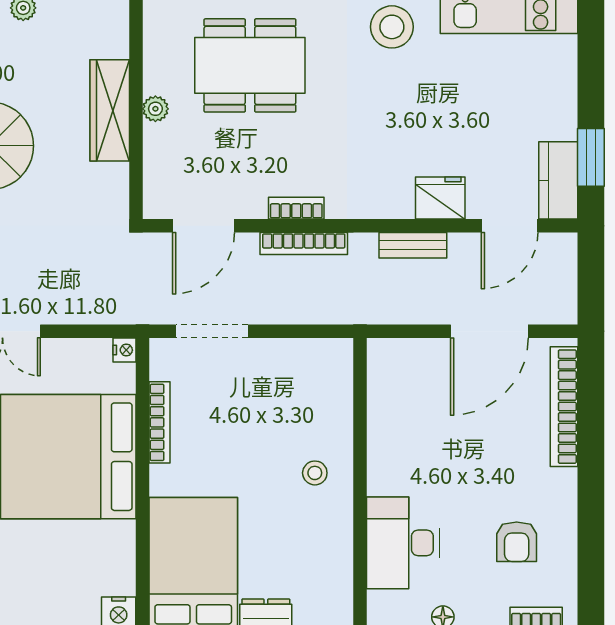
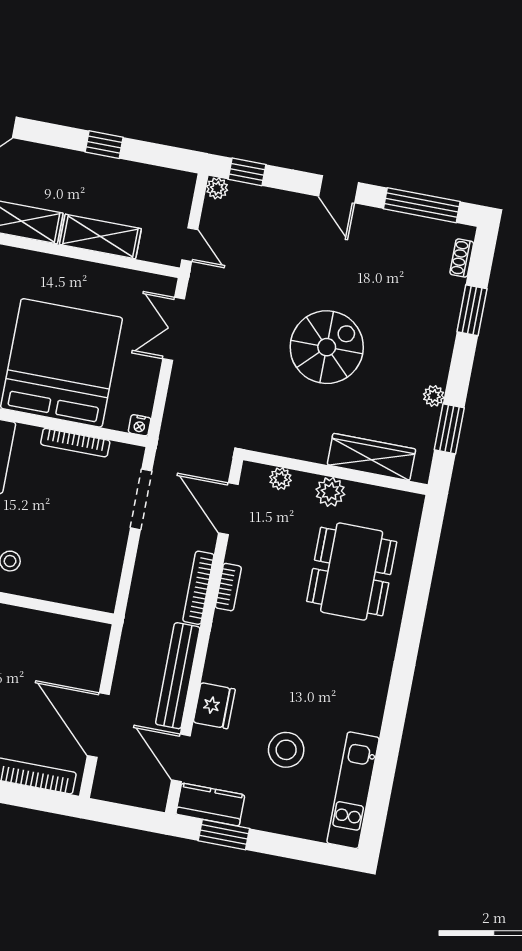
stool: (392, 27) -> (286, 750), moved
plant: (155, 109) -> (330, 492), width x1.38, depth x1.38
wardrobe: (110, 110) -> (371, 457), moved
plant: (156, 171) -> (280, 479), added
bench: (413, 245) -> (178, 676), width x1.86, depth x1.21

